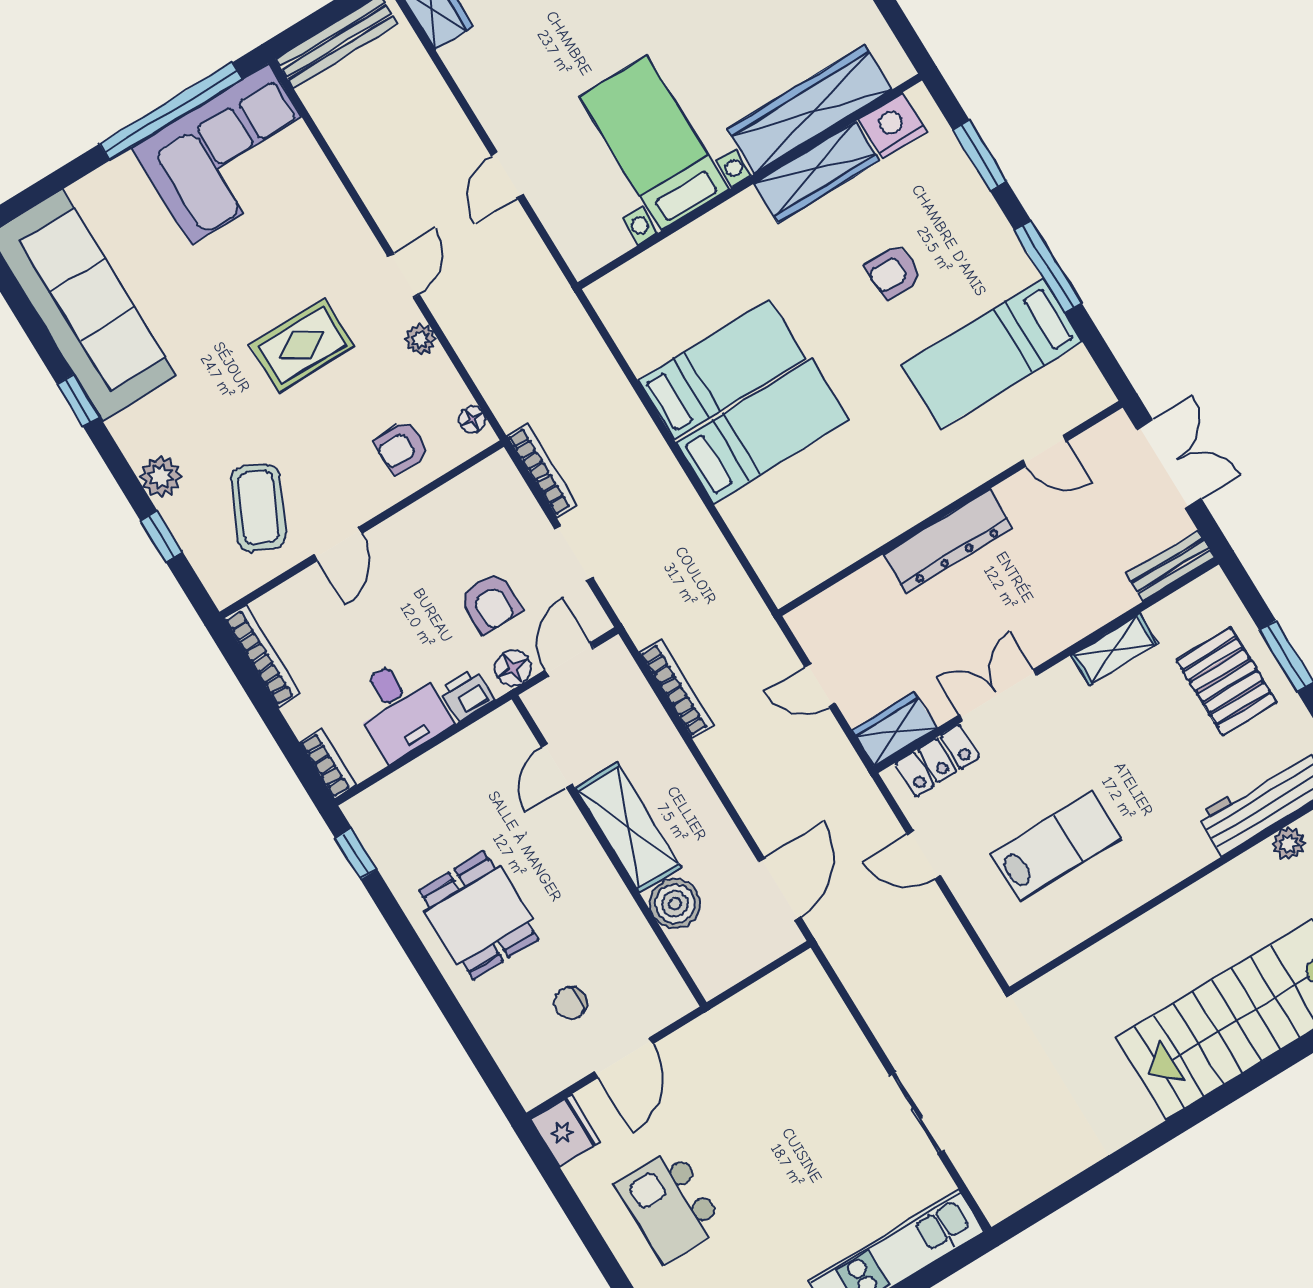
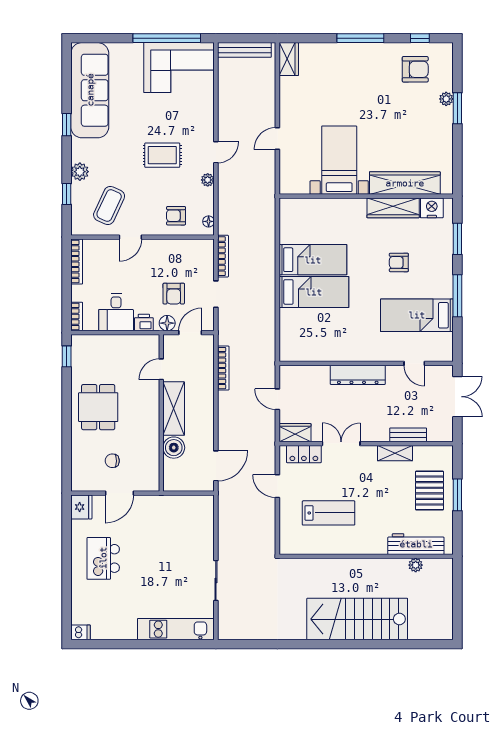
bench: (1170, 566) -> (408, 435), moved

